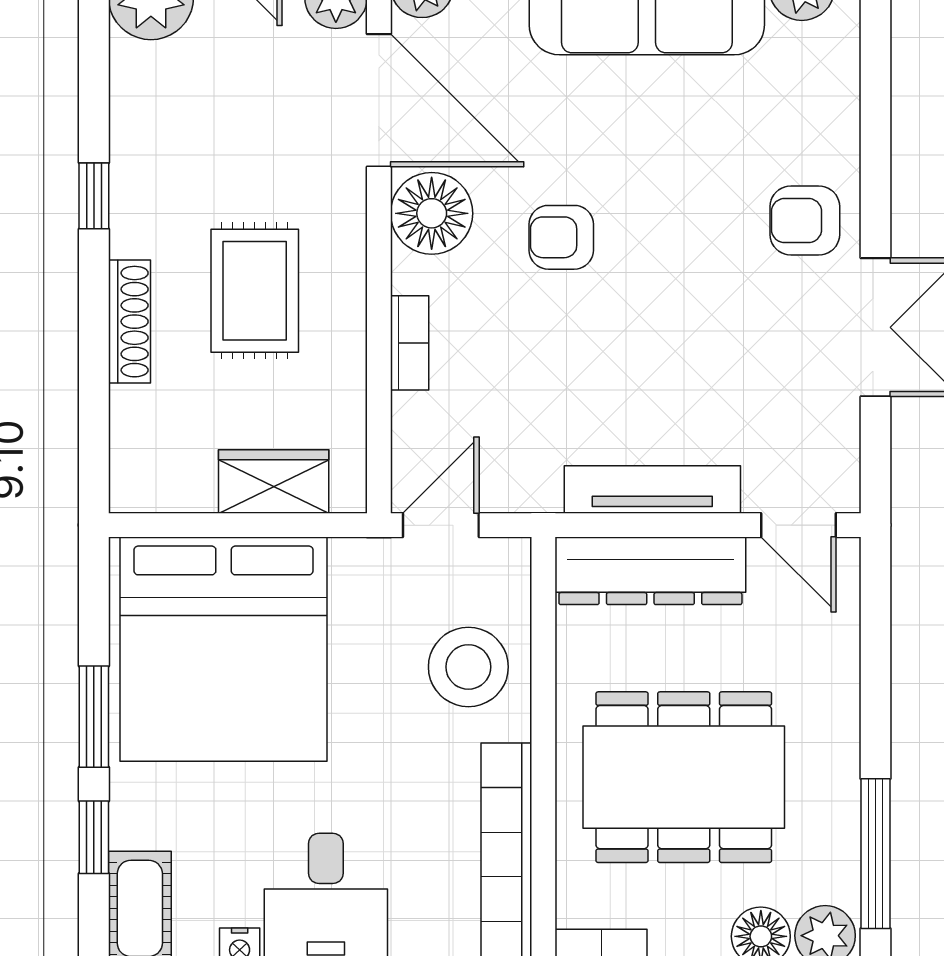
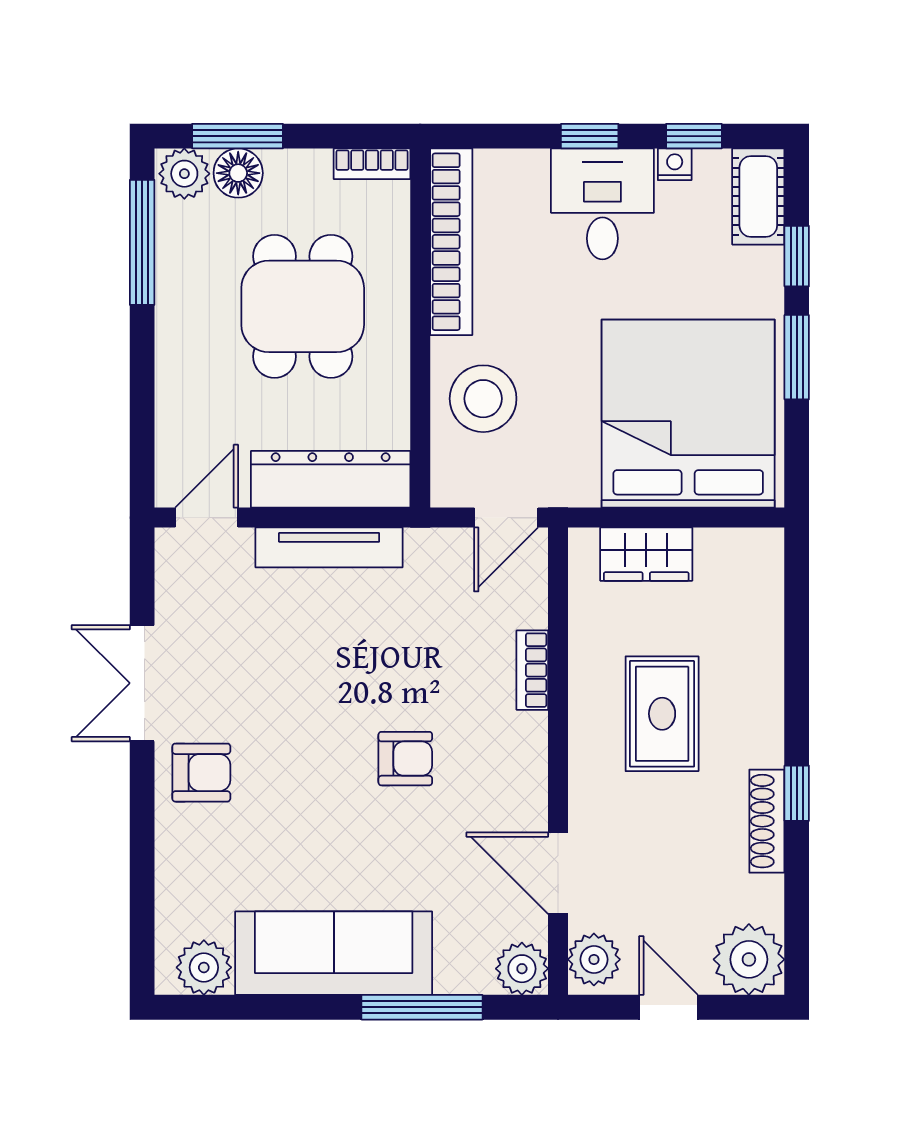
door: (379, 100) -> (558, 873), width x0.73
floor lamp: (432, 213) -> (514, 779), removed
shoe rack: (130, 322) -> (767, 821), moved
door: (799, 525) -> (207, 518), hinge flipped
dining table: (684, 777) -> (303, 306), width x0.73

